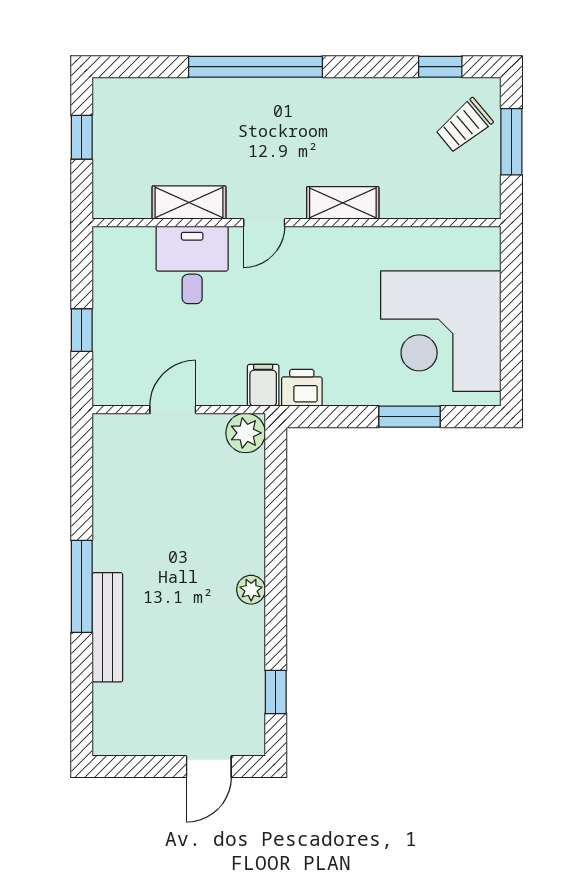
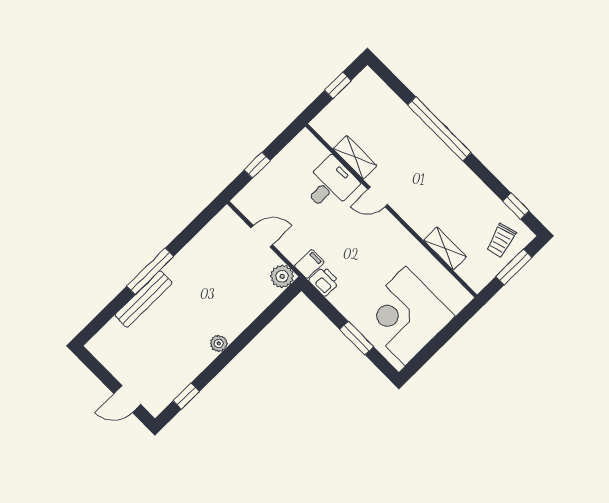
trolley: (464, 126) -> (501, 240), turned -66
shelving: (343, 203) -> (445, 249), moved

